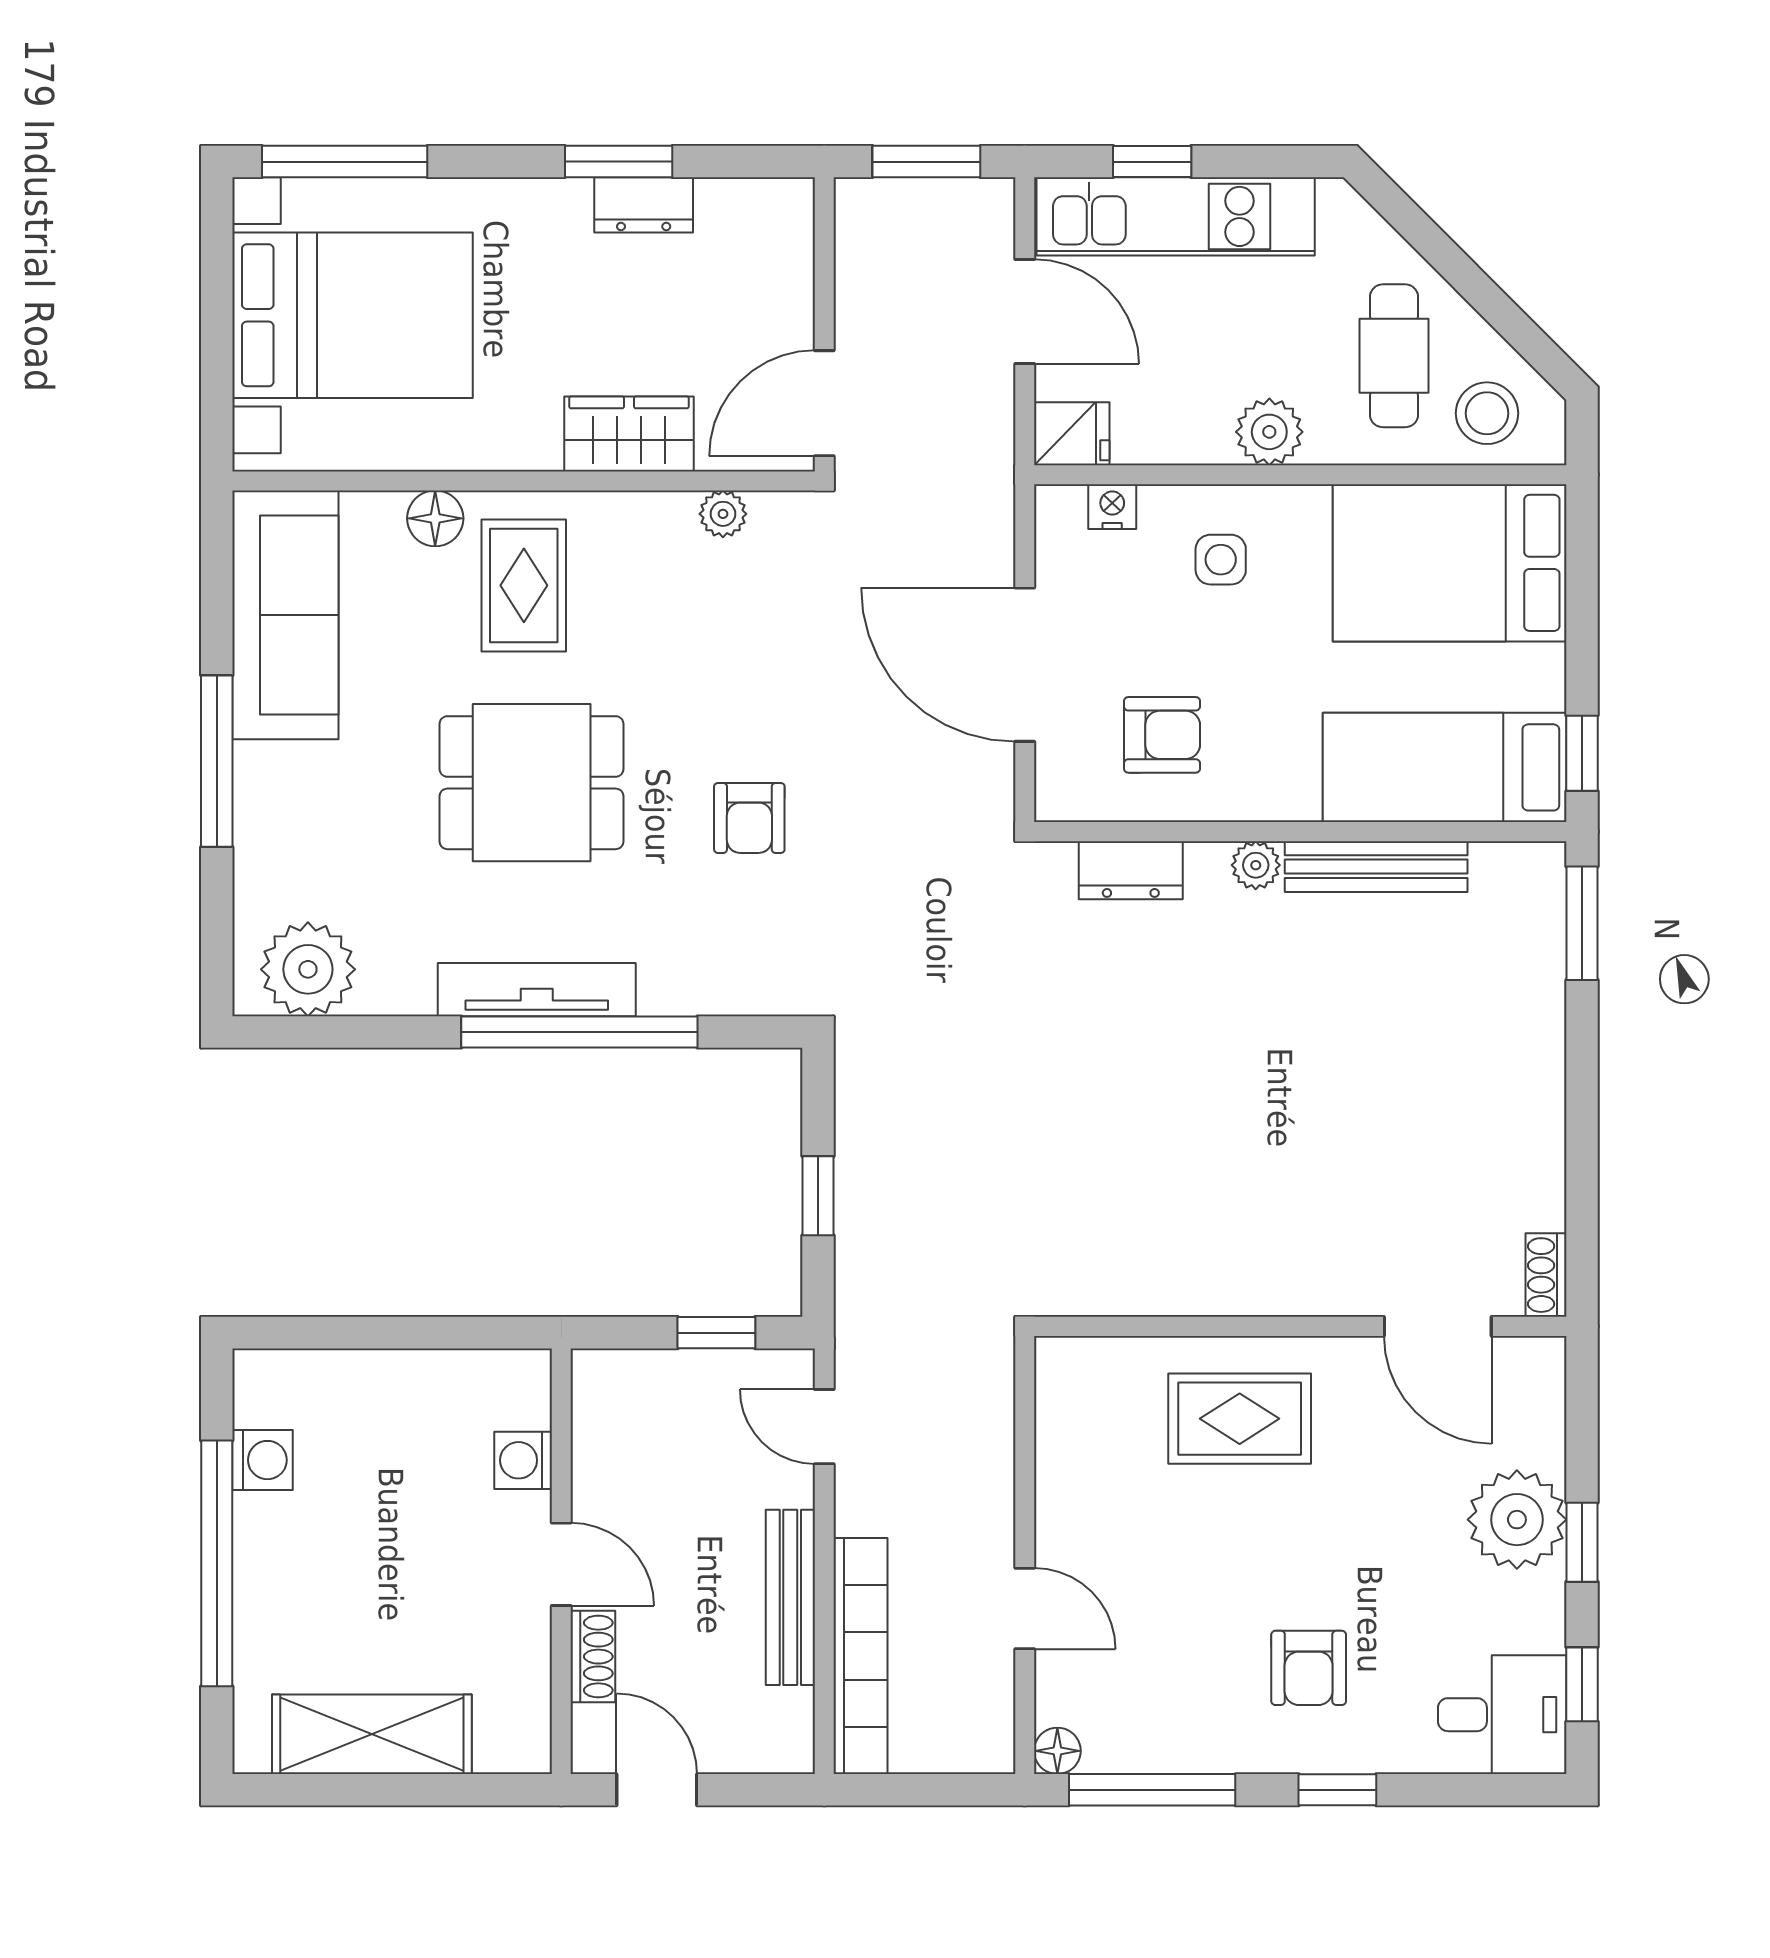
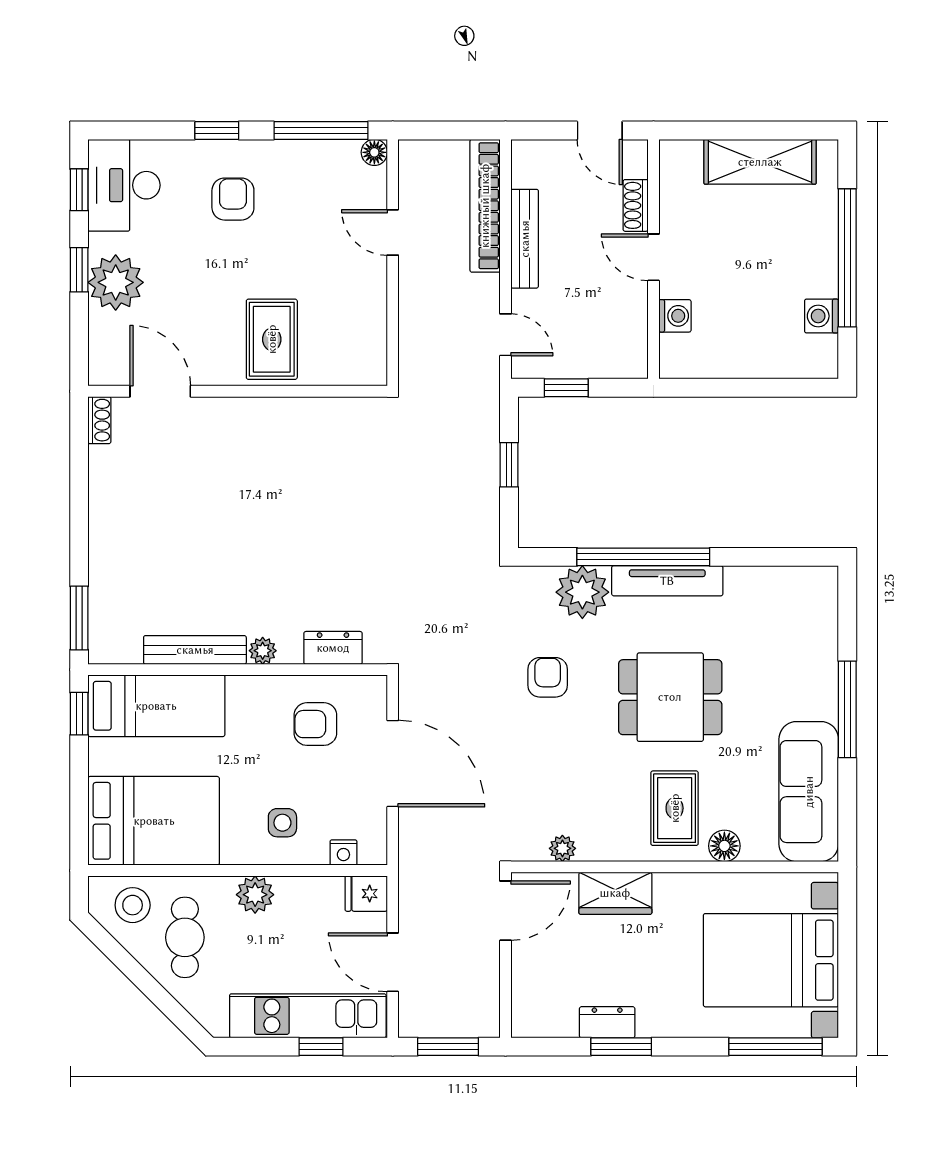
plant: (308, 969) -> (582, 592), moved
rug: (1240, 1419) -> (272, 339), turned 90
desk: (1502, 1715) -> (124, 185), width x1.37

